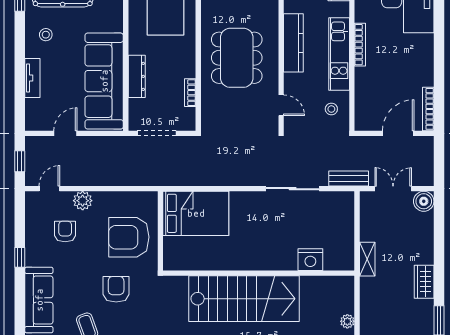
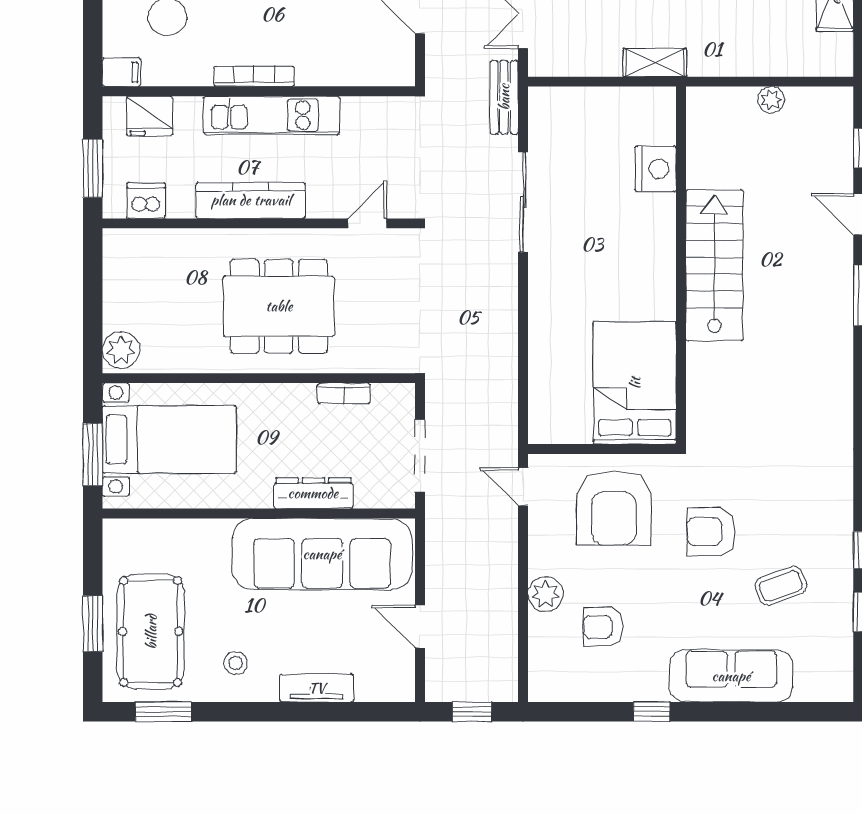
stool: (331, 109) -> (374, 130), removed
door: (49, 189) -> (523, 487), moved
bed: (196, 213) -> (635, 383), moved
stairs: (244, 299) -> (714, 265), width x0.73, depth x0.66

